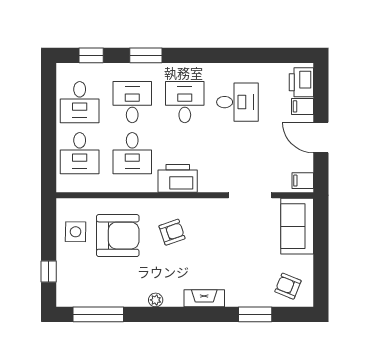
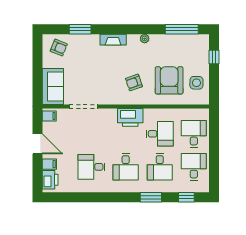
desk: (132, 153) -> (160, 134), turned 90
armchair: (118, 236) -> (169, 80), turned 90

